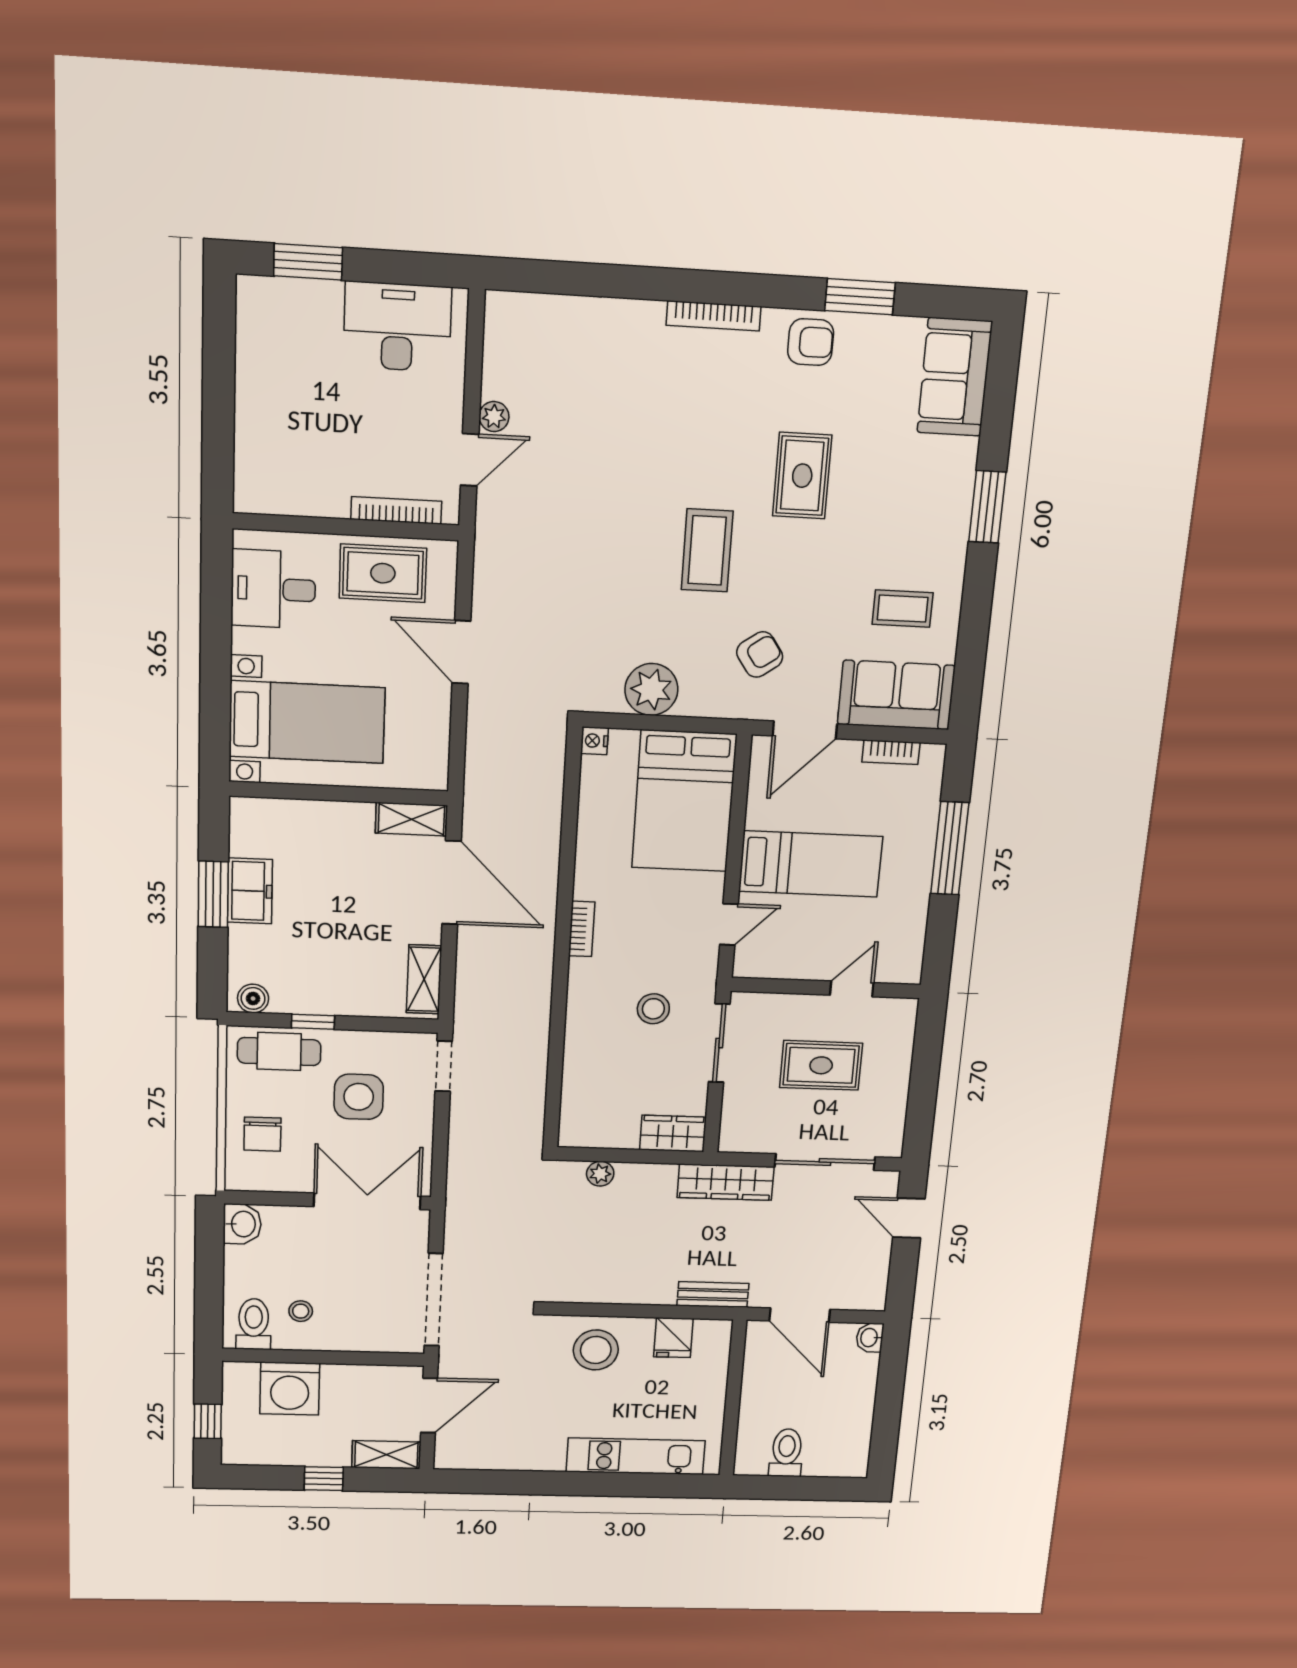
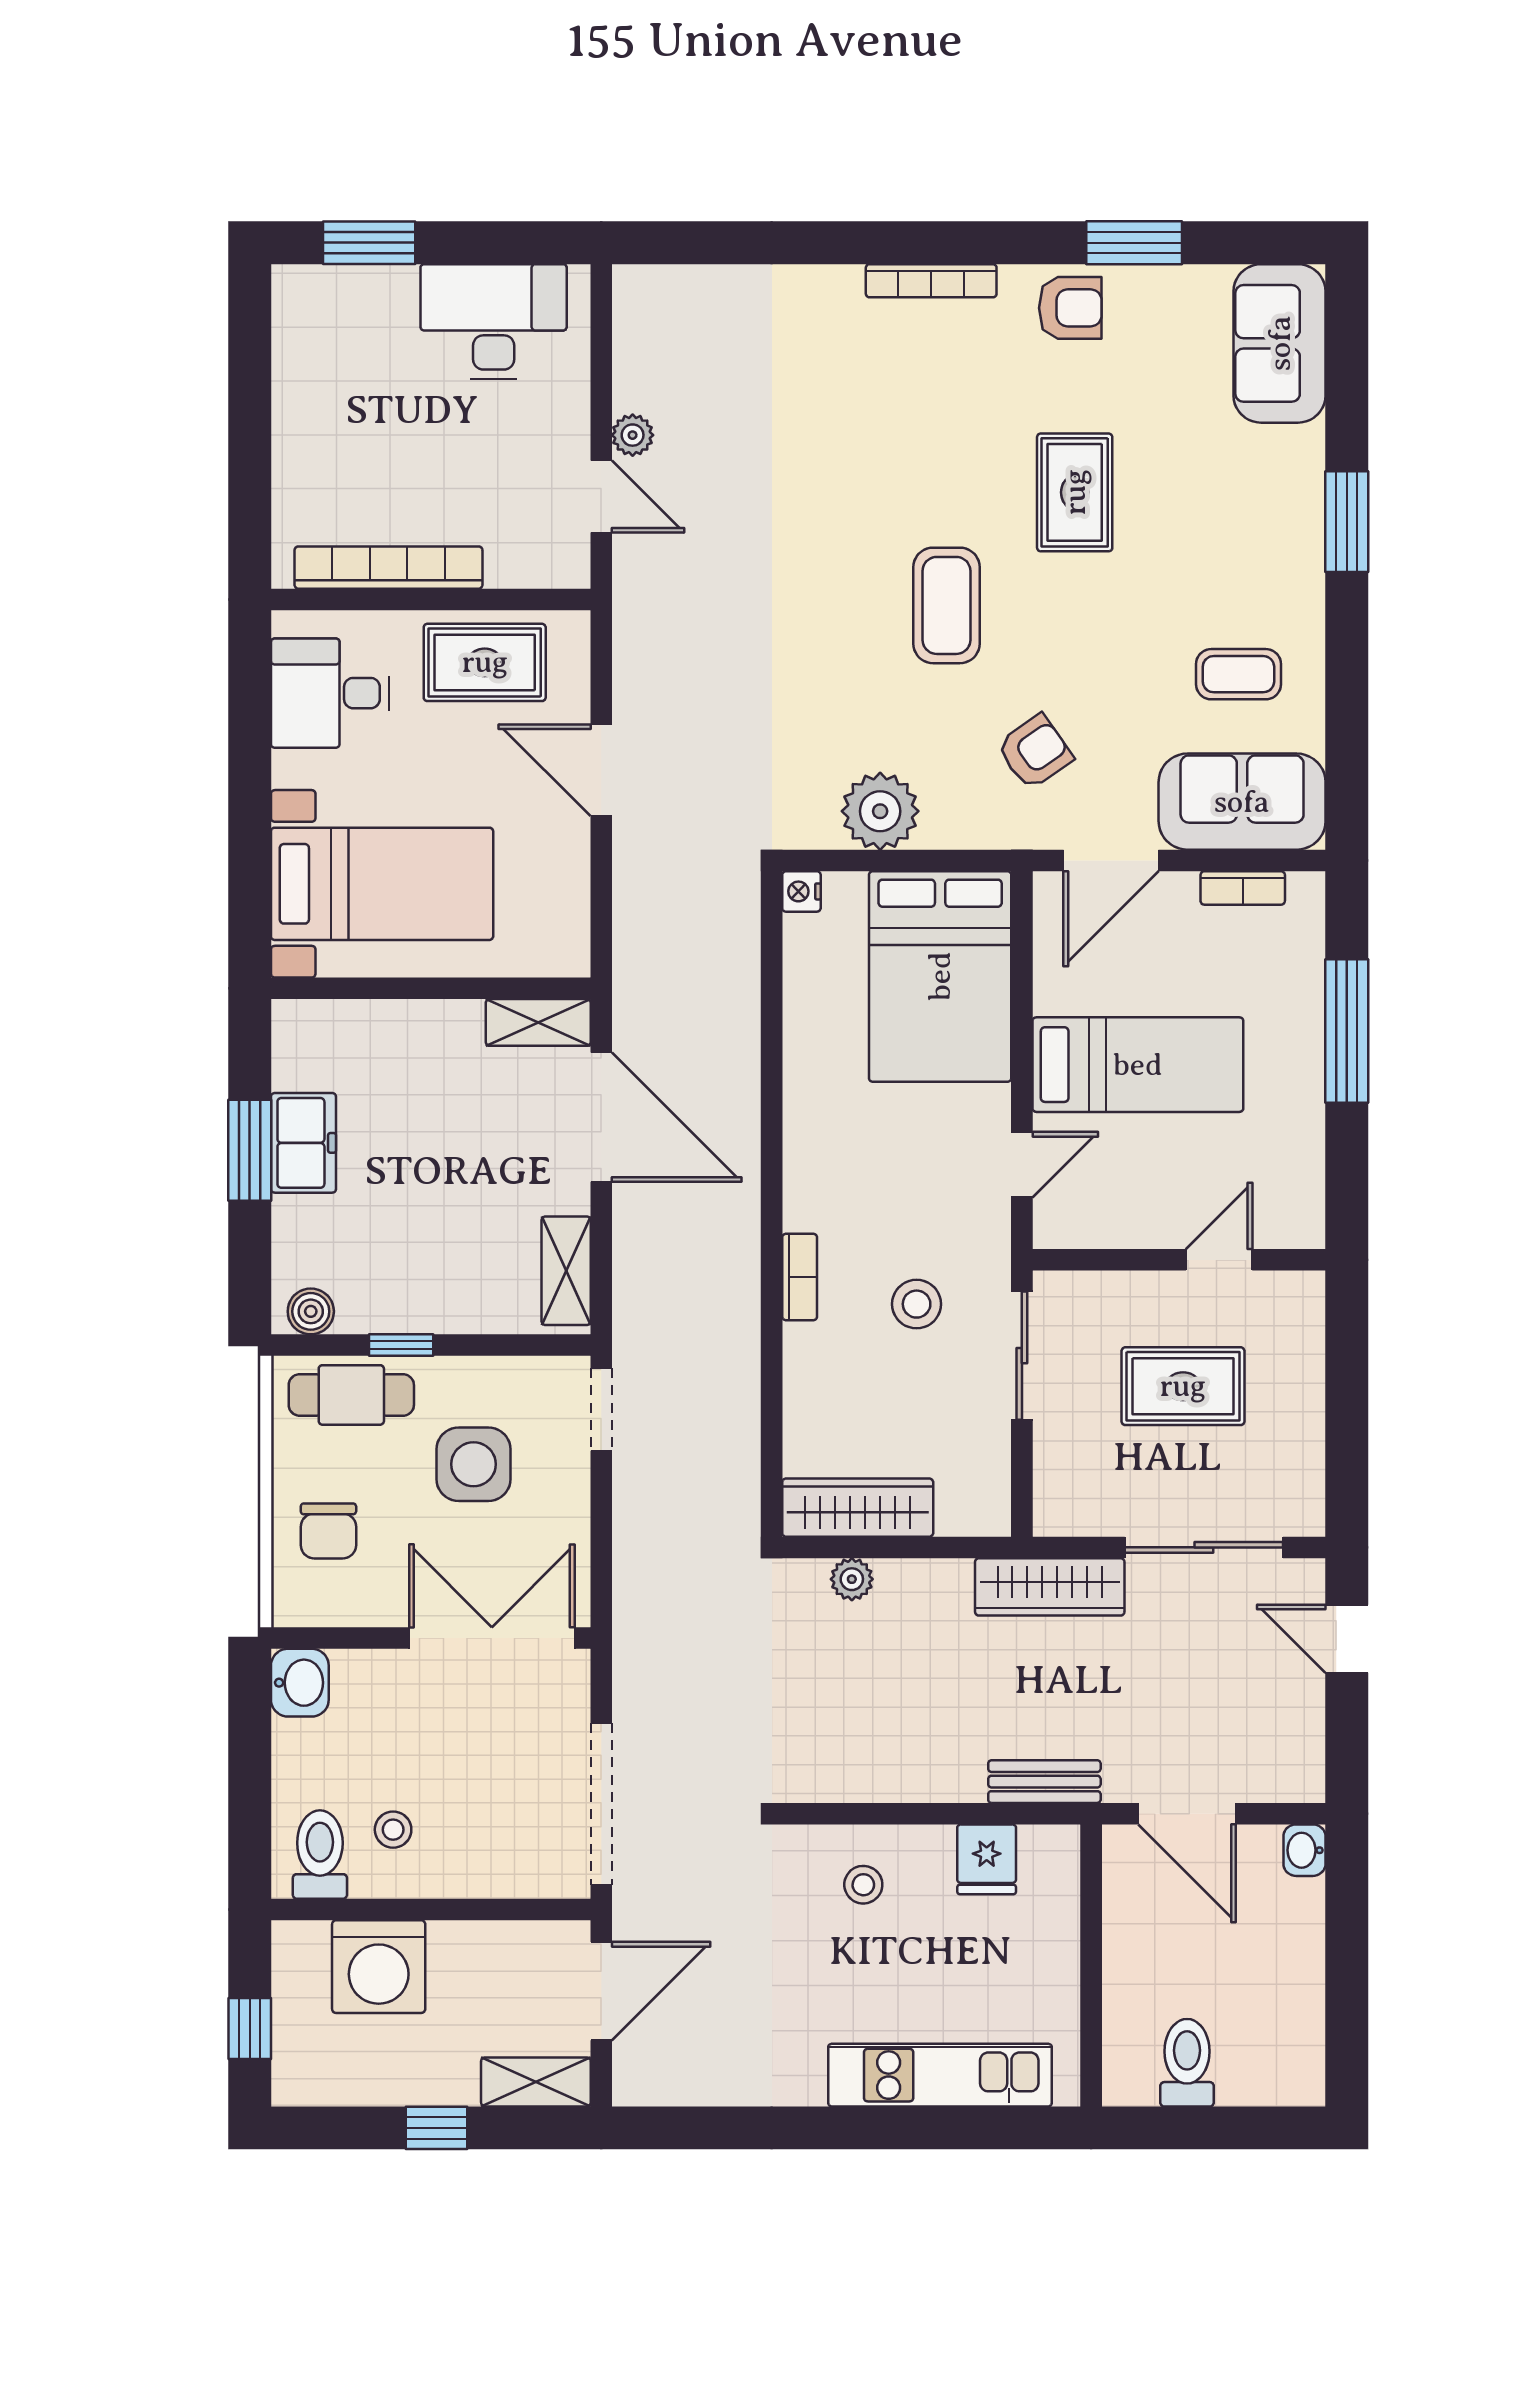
door: (470, 460) -> (601, 496), hinge flipped
bookcase: (396, 510) -> (388, 568), moved, width x1.48, depth x1.31
bookcase: (582, 929) -> (800, 1277), moved
wardrobe: (673, 1133) -> (858, 1508), moved, width x1.50
stool: (596, 1350) -> (863, 1885), width x0.53, depth x0.53

